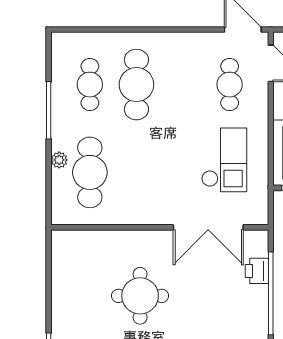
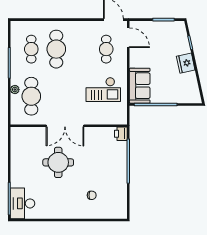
checkout: (224, 160) -> (103, 90), turned 90
double door: (208, 227) -> (65, 126), moved
printer: (257, 271) -> (121, 134), moved

